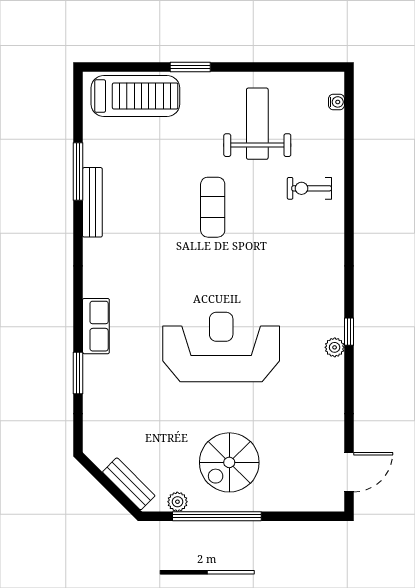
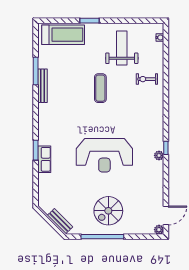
row of seats: (96, 326) -> (44, 159), moved
reception desk: (221, 347) -> (104, 155), turned 180
window: (78, 373) -> (36, 150), moved
plant: (177, 502) -> (159, 230), moved

